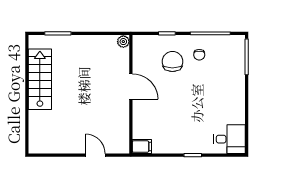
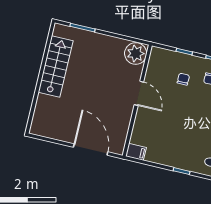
plant: (123, 42) -> (136, 53), width x1.88, depth x1.88
chair: (172, 61) -> (183, 79), width x0.54, depth x0.54
door: (95, 155) -> (91, 150), width x1.88

